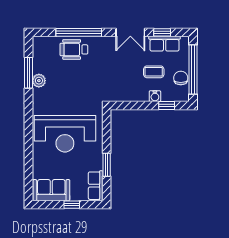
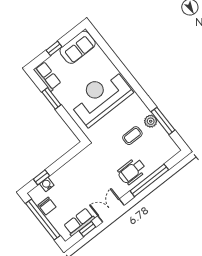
wheelchair: (74, 49) -> (132, 171), moved, turned 180
coffee table: (154, 72) -> (132, 136), moved
water cooler: (155, 96) -> (47, 184), moved

